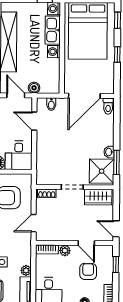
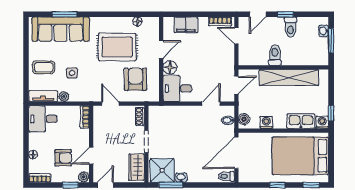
washing machine: (54, 52) -> (266, 122), moved
boiler: (34, 88) -> (244, 119), moved
door: (84, 96) -> (236, 153), hinge flipped
plant: (65, 250) -> (84, 177), moved

